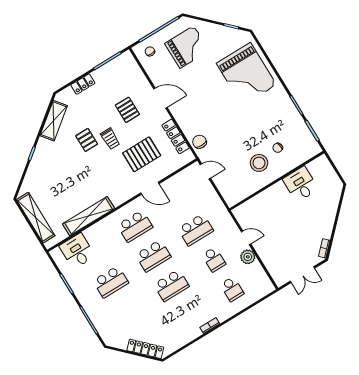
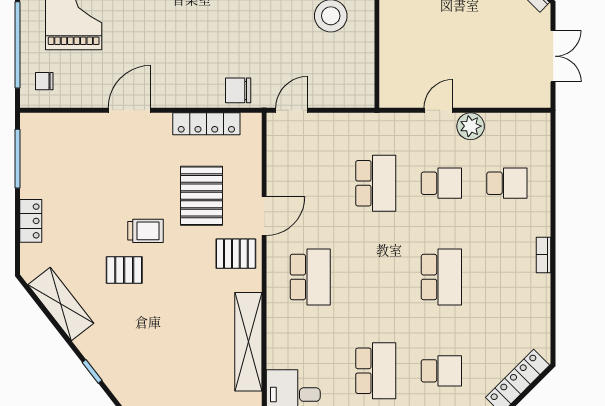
pallet: (127, 110) -> (236, 254), moved
school desk: (153, 256) -> (441, 371), moved, width x0.54

